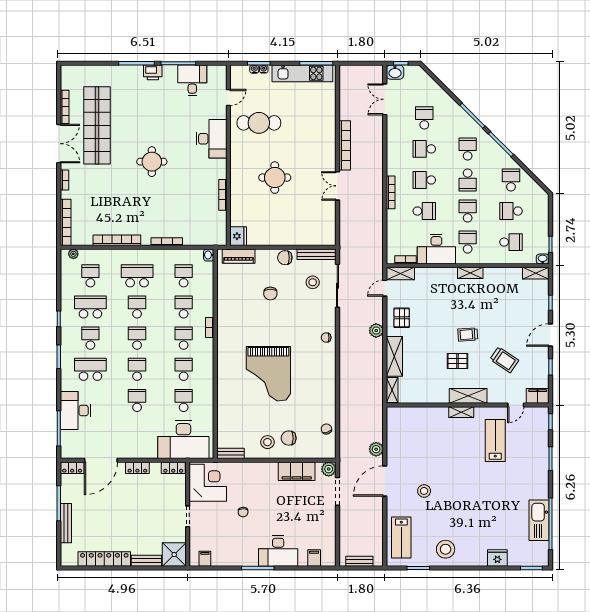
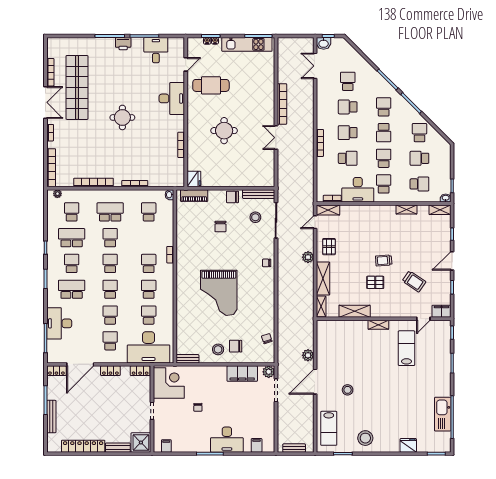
shelving: (470, 273) -> (406, 210), moved
school desk: (184, 307) -> (110, 341), moved
shelving: (468, 396) -> (355, 311), moved

